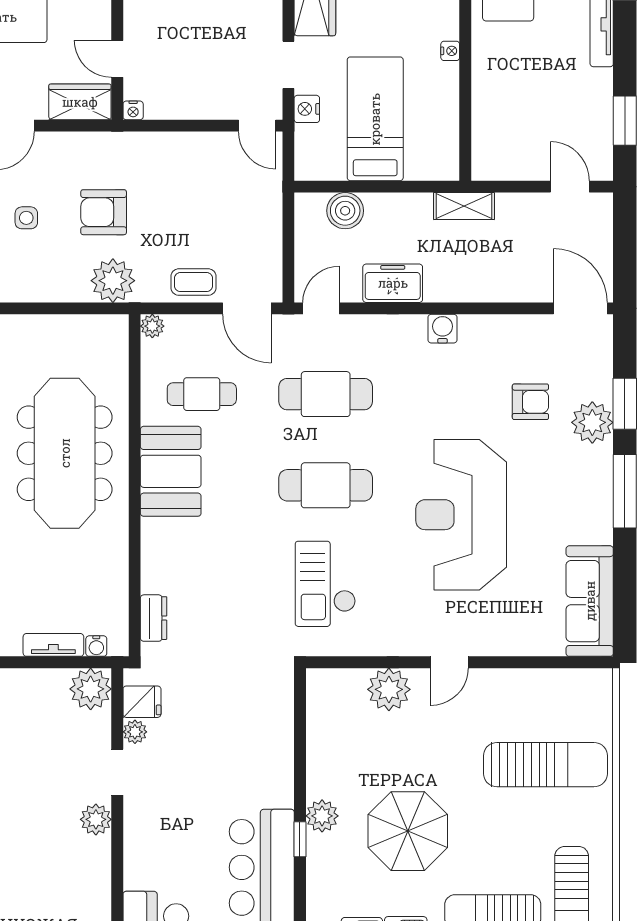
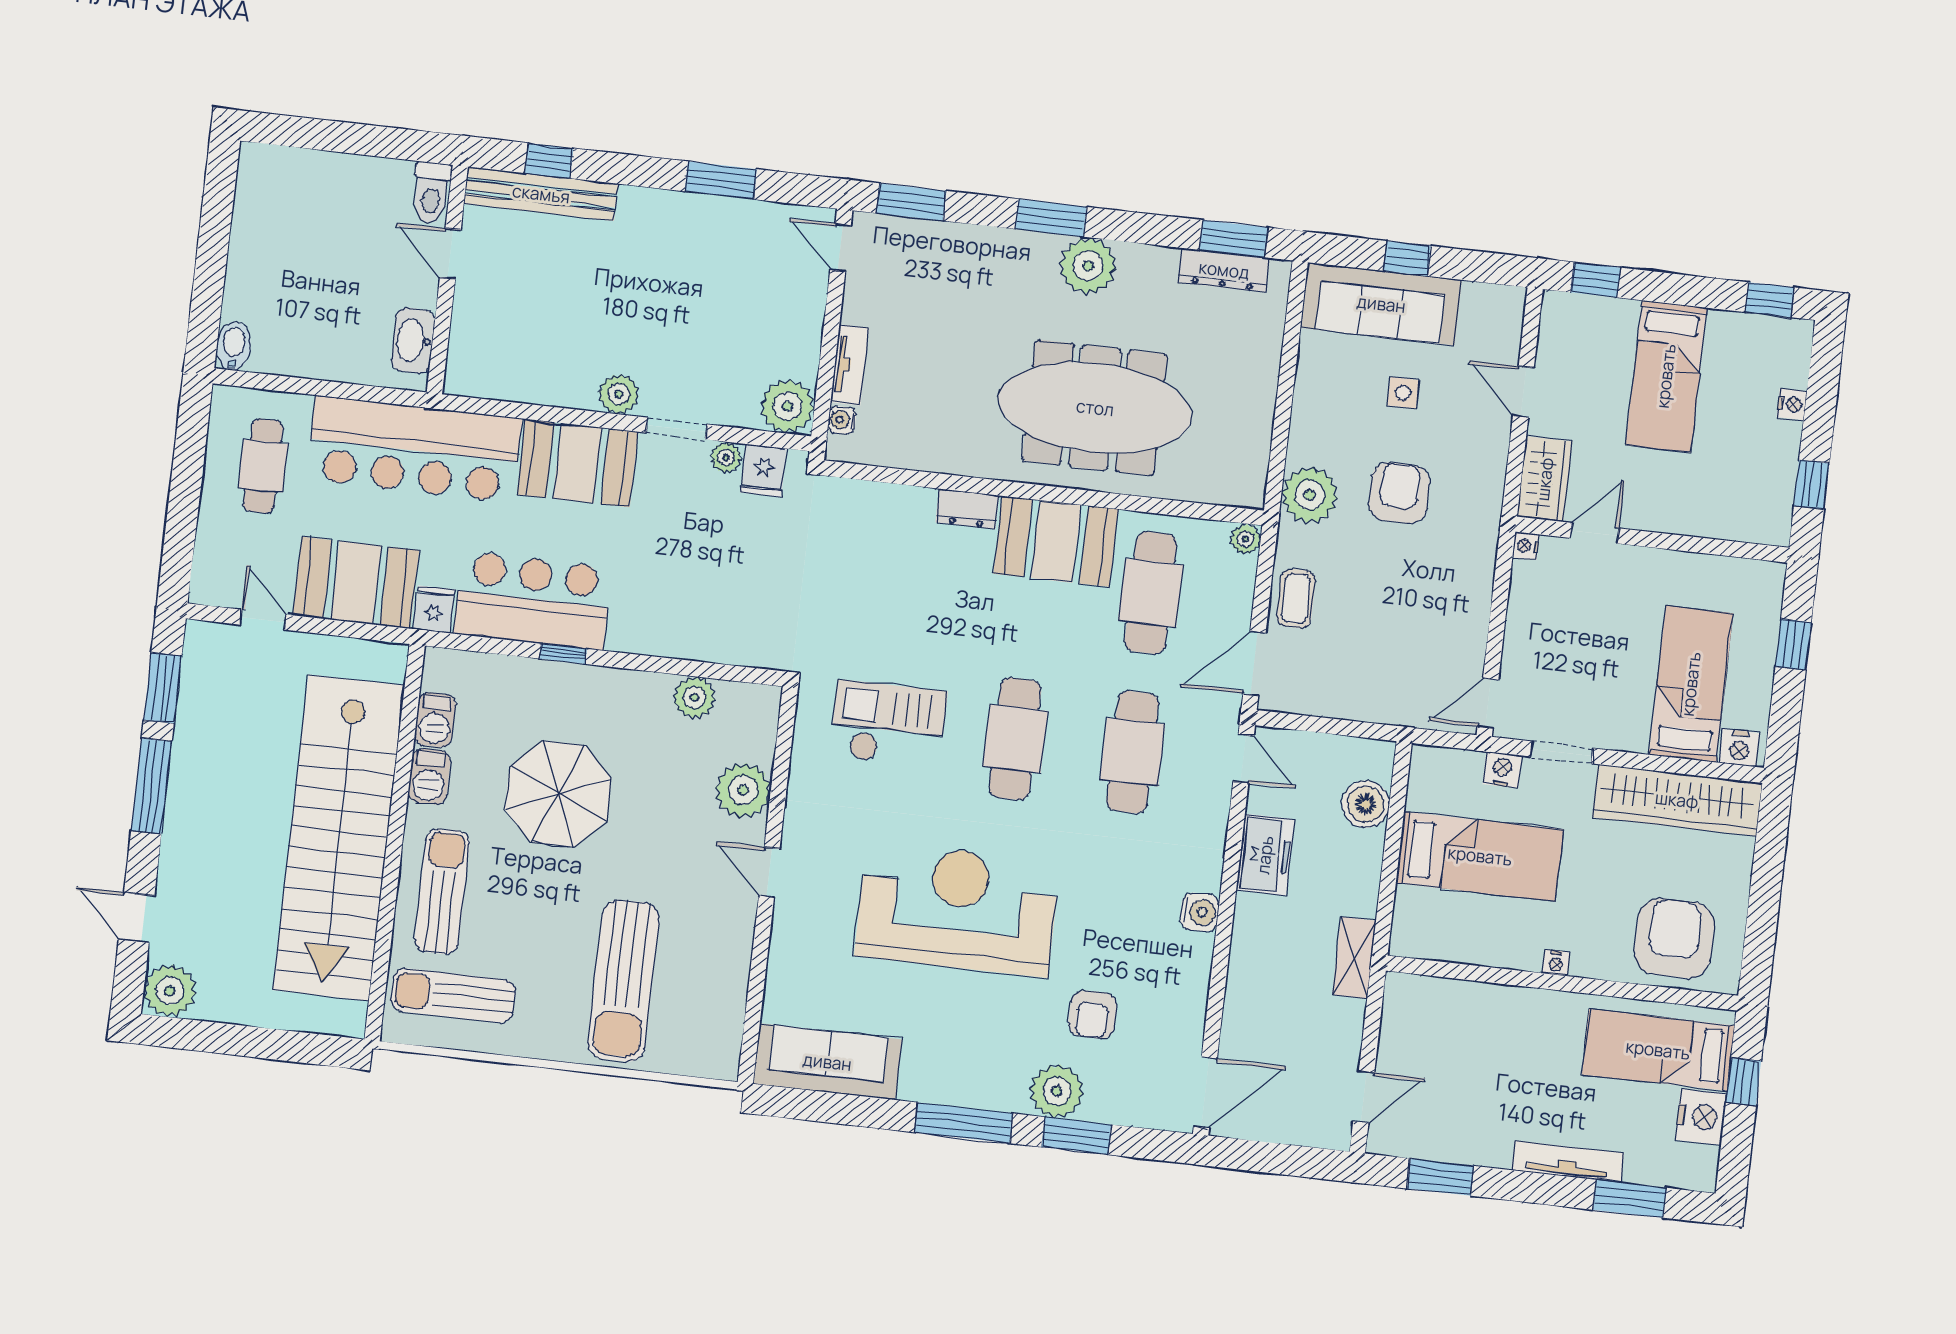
cafe table: (202, 394) -> (1151, 593), width x1.37, depth x1.35
dresser: (154, 618) -> (967, 509), moved
plant: (322, 816) -> (694, 697), moved
booth: (152, 845) -> (578, 463), added

